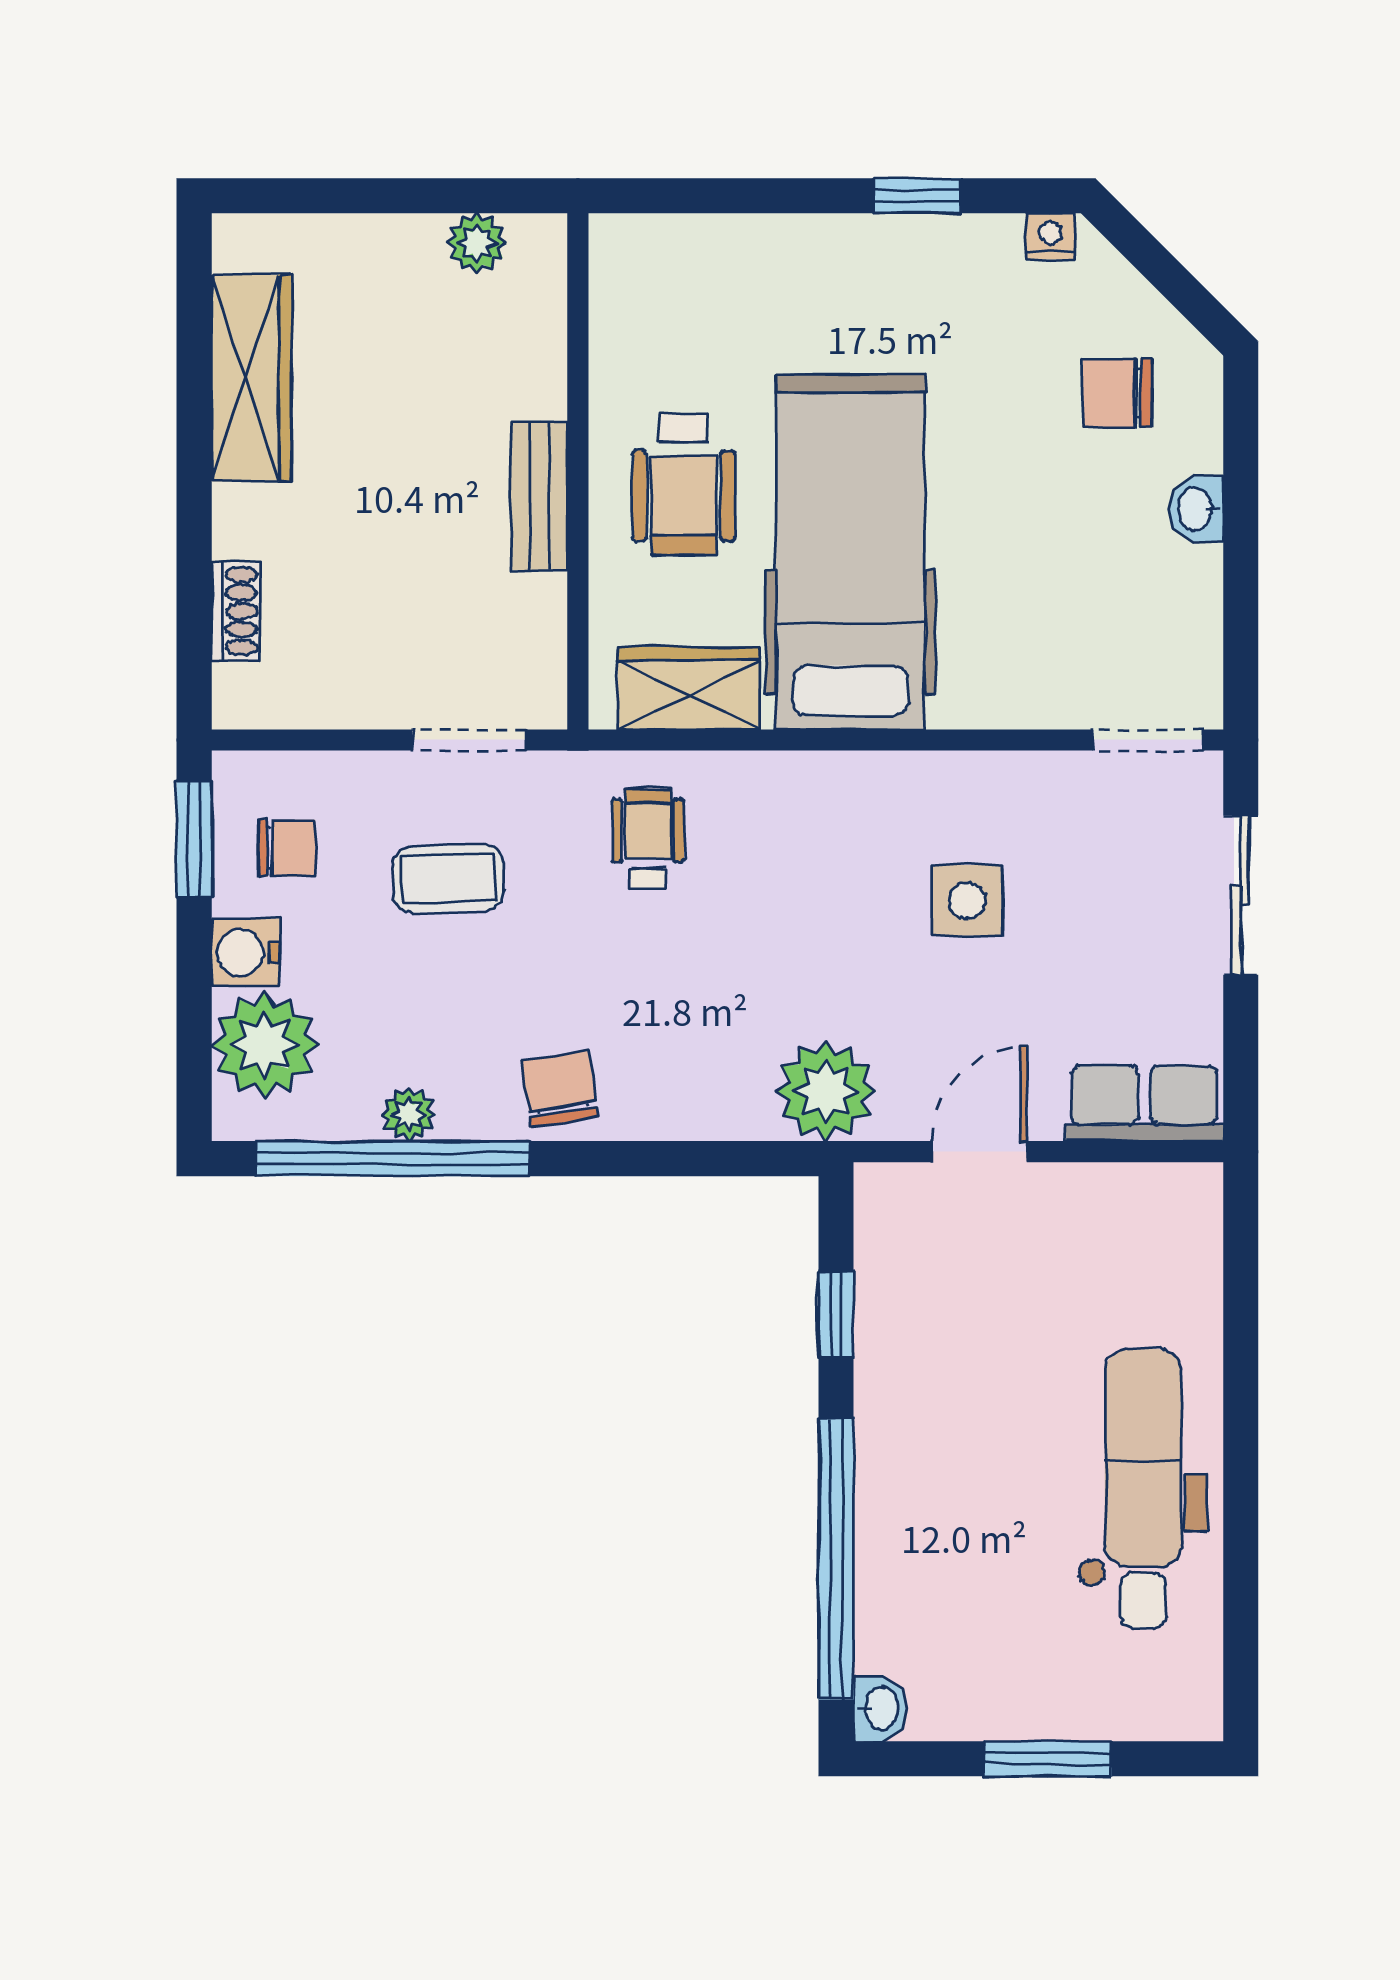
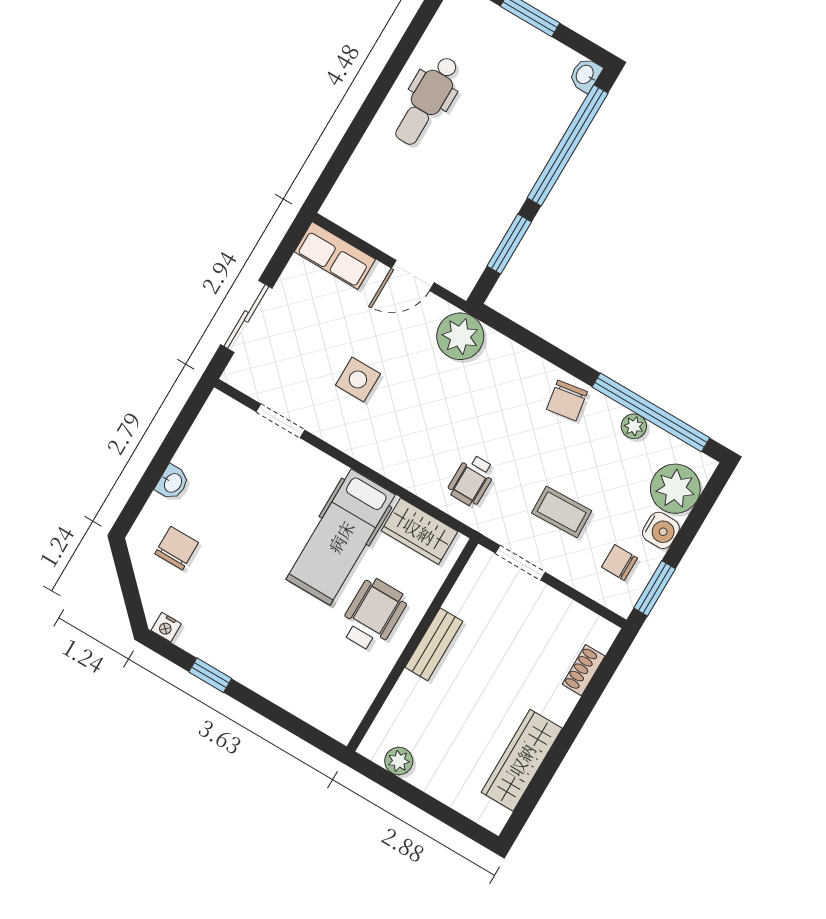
chair: (1117, 393) -> (177, 548), turned -90
hospital bed: (850, 552) -> (341, 537), width x0.73, depth x0.78
doorway: (1148, 740) -> (280, 421), moved
window: (836, 1314) -> (509, 244), width x1.50
dental chair: (1143, 1489) -> (427, 101), width x0.73, depth x0.72

